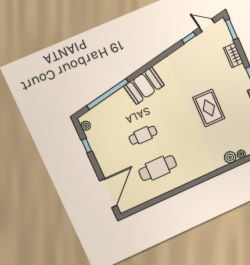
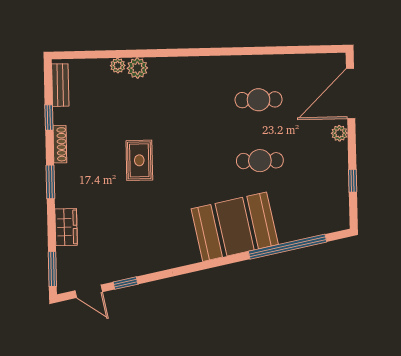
booth: (144, 86) -> (235, 227), width x1.36, depth x1.42
rug: (209, 108) -> (139, 160), width x0.73, depth x0.70
plant: (86, 126) -> (339, 133), moved
cafe table: (158, 168) -> (259, 100), width x0.73, depth x0.74

